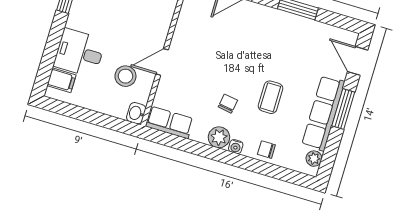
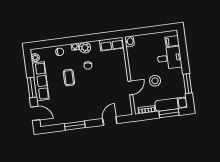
door: (162, 62) -> (130, 88), moved
stool: (125, 76) -> (155, 81), moved

